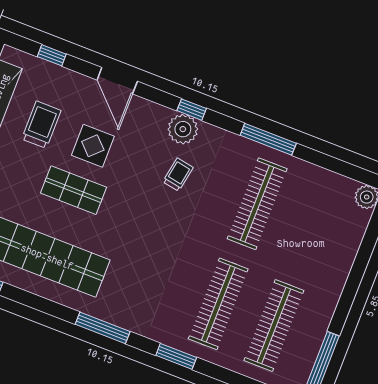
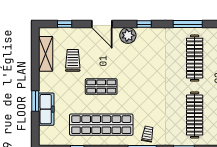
plant: (183, 129) -> (128, 35), moved
display table: (93, 146) -> (102, 61), removed
trolley: (178, 175) -> (148, 134), moved

